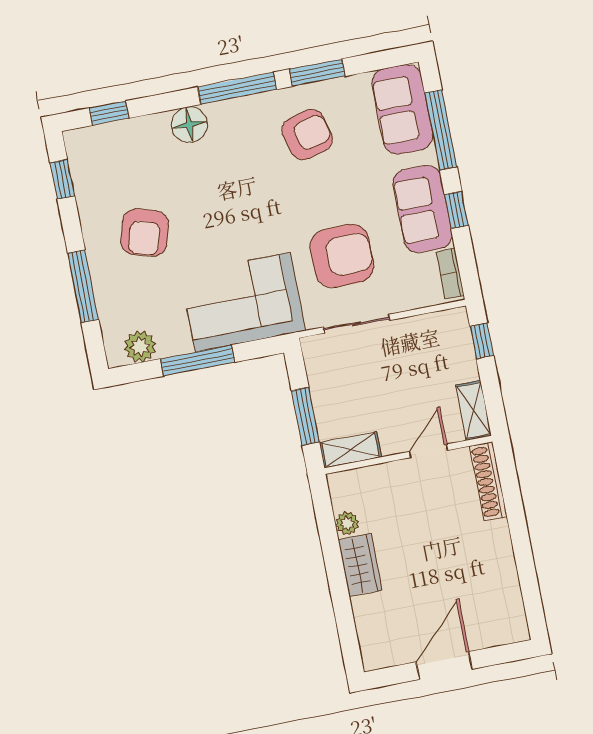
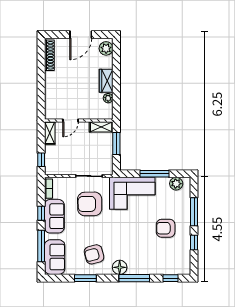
window: (237, 88) -> (134, 278), moved
floor lamp: (189, 125) -> (120, 267), moved
window: (62, 179) -> (194, 242), moved
armchair: (145, 233) -> (166, 228), turned -106
shoe rack: (488, 481) -> (49, 55), moved
plant: (376, 644) -> (106, 48), added

